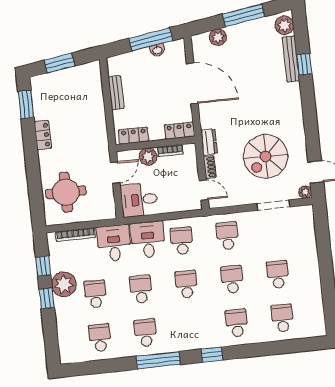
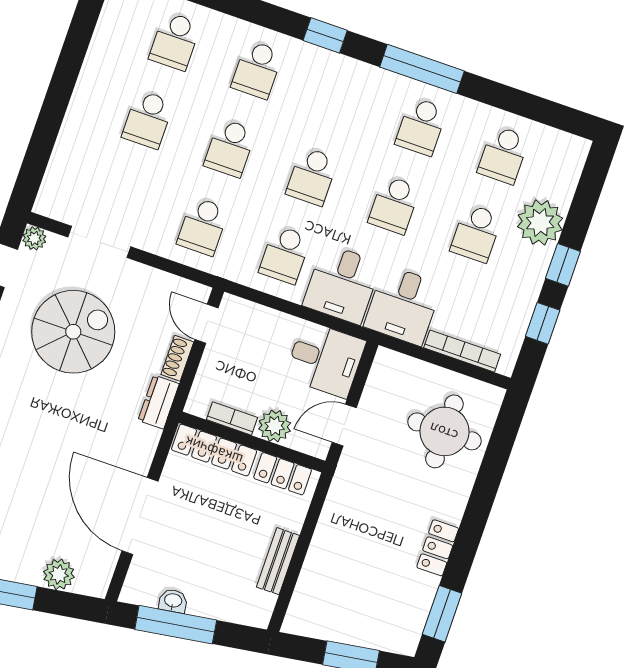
locker: (179, 131) -> (214, 450), width x1.53
plant: (64, 284) -> (540, 222), moved

